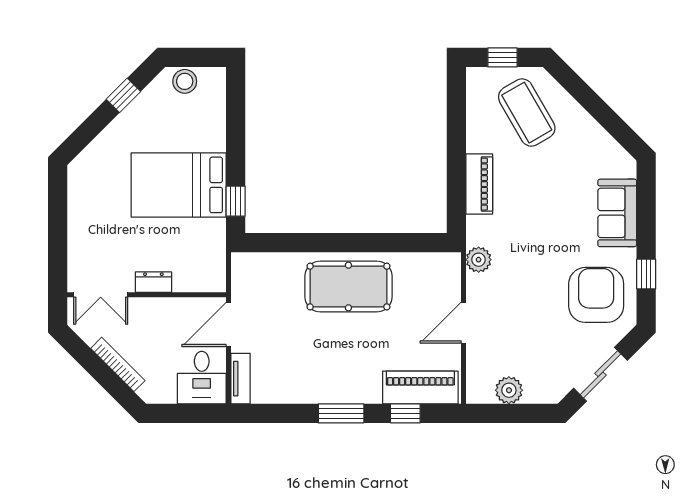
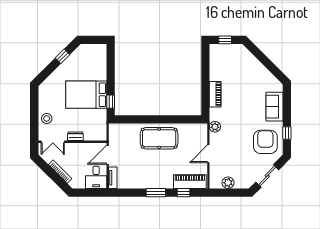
stool: (185, 81) -> (47, 118), moved
coffee table: (527, 113) -> (236, 64), removed

